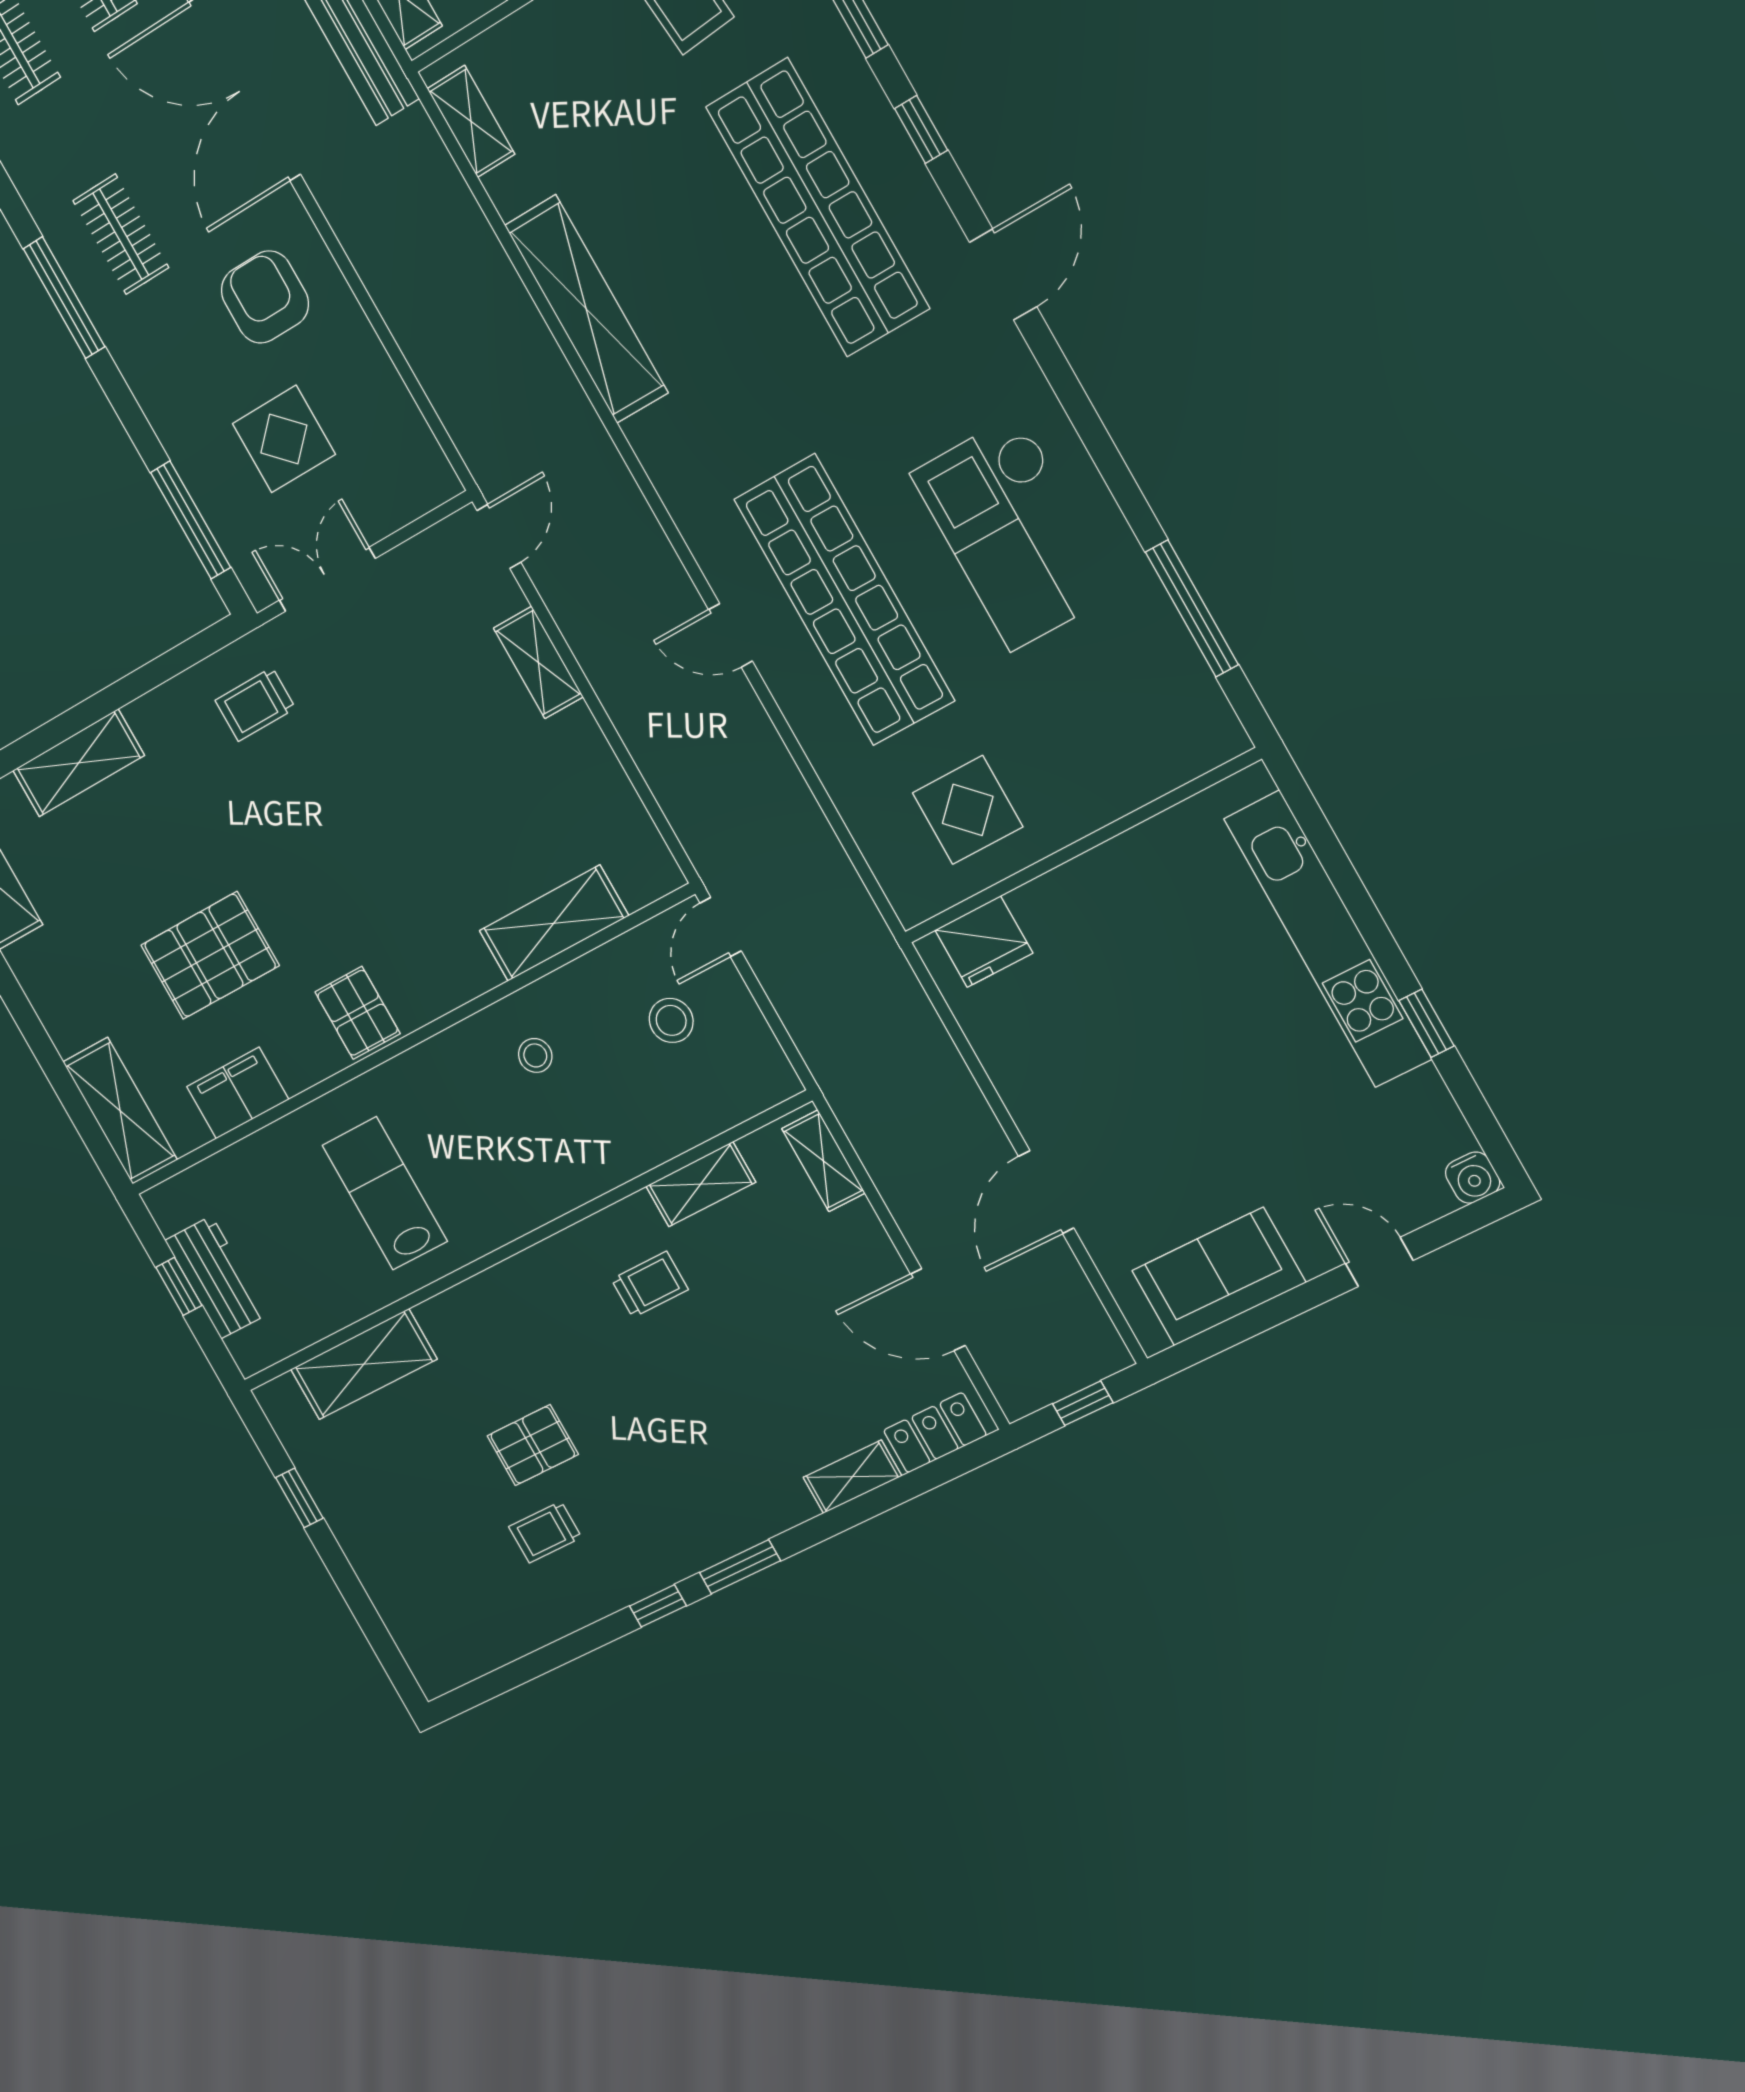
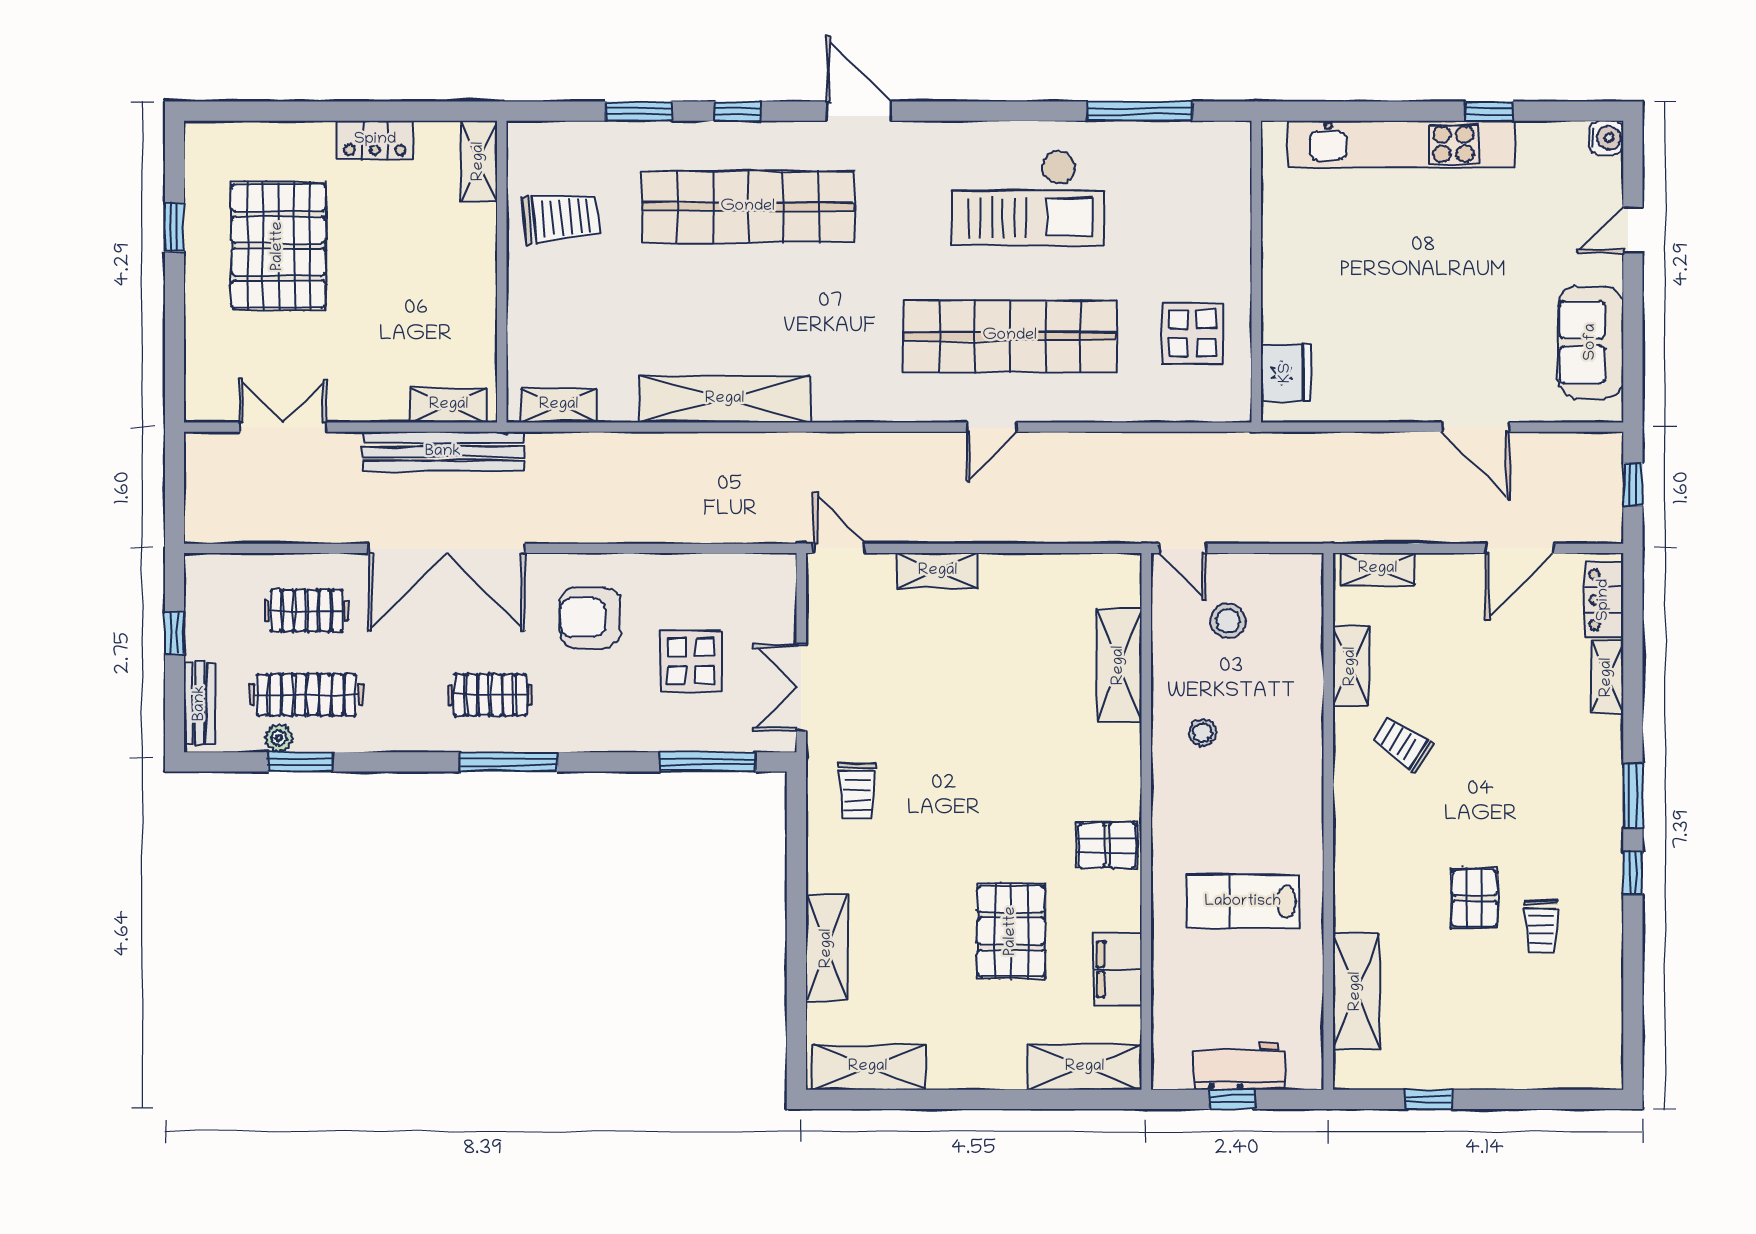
trolley: (650, 1284) -> (1403, 744), turned -57

